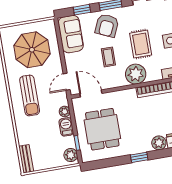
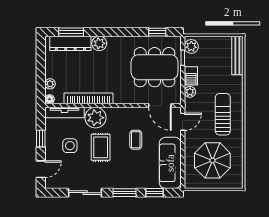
armchair: (107, 26) -> (132, 172), removed
sofa: (71, 34) -> (170, 163), width x1.36
plant: (136, 74) -> (95, 118), moved
dining table: (102, 129) -> (155, 67), width x1.38
window: (139, 157) -> (157, 32), moved
bench: (26, 159) -> (237, 55), width x1.36

